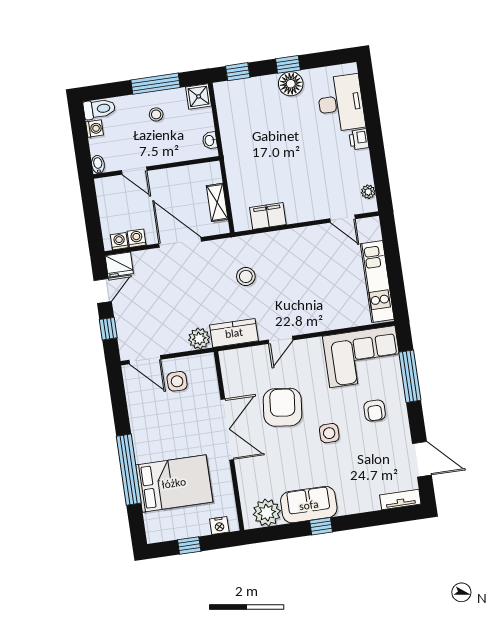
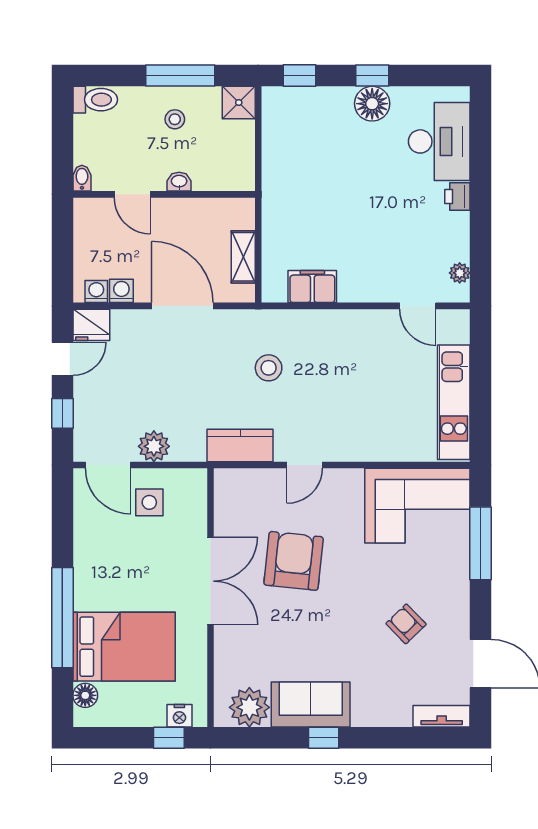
washing machine: (94, 129) -> (84, 126), removed
washbasin: (210, 140) -> (179, 182), moved, turned 90
plant: (199, 339) -> (154, 446), moved
armchair: (375, 411) -> (406, 624), moved, turned 136
side table: (329, 433) -> (354, 607), removed
floor lamp: (152, 521) -> (85, 695), added
window: (189, 545) -> (169, 738), moved

